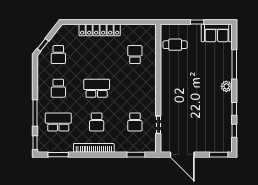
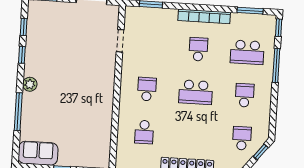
cafe table: (175, 45) -> (92, 141), removed
school desk: (135, 122) -> (147, 89), moved

